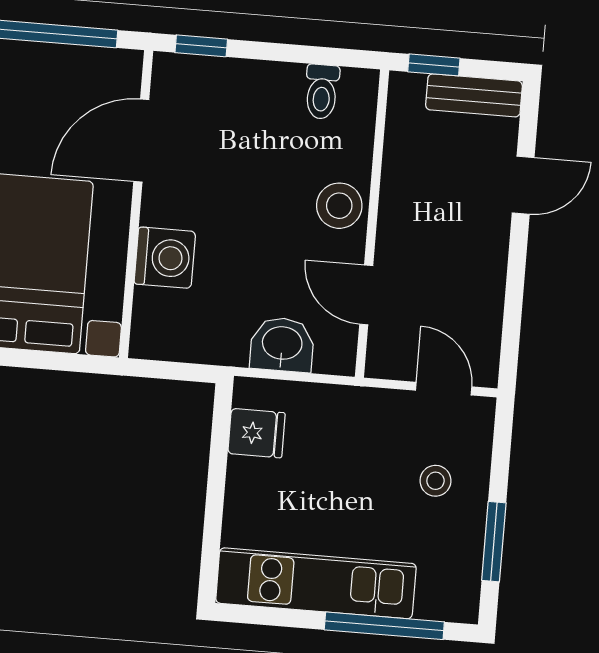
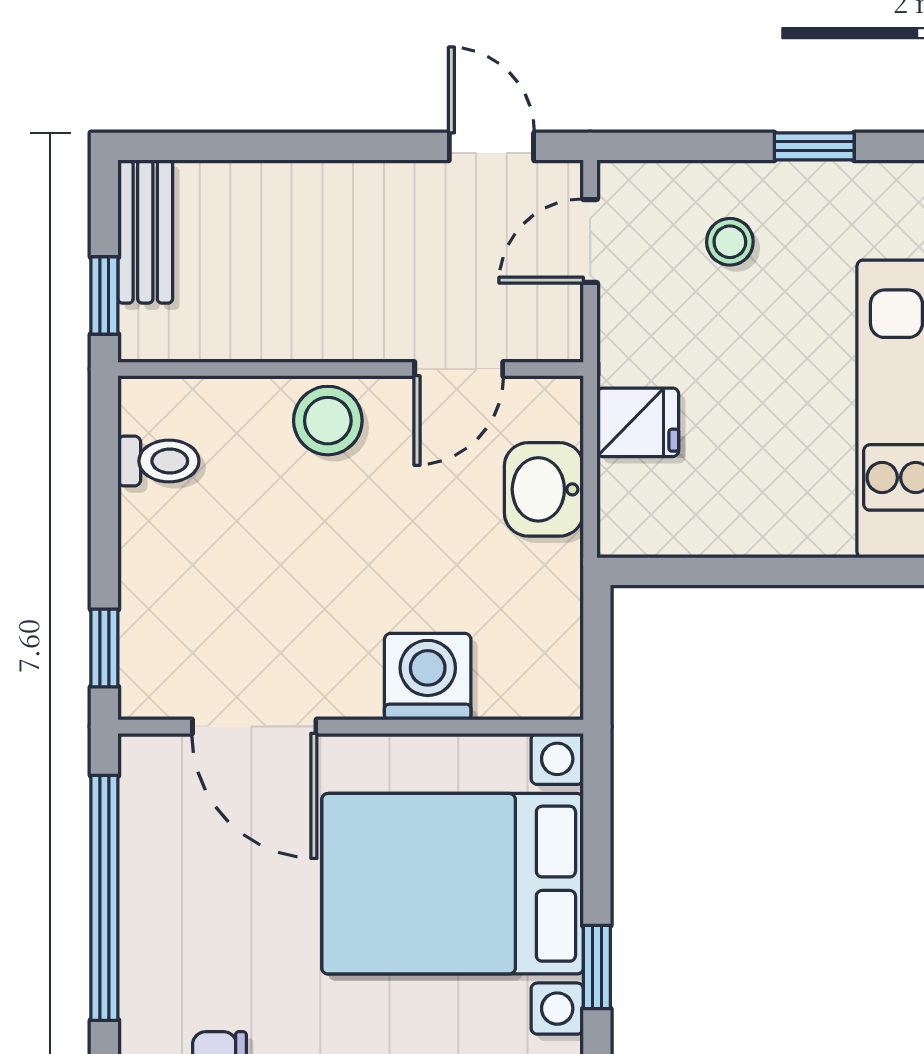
door: (523, 185) -> (491, 146), moved
fridge: (256, 433) -> (638, 422), moved, turned 90
window: (494, 542) -> (814, 146), width x0.67

